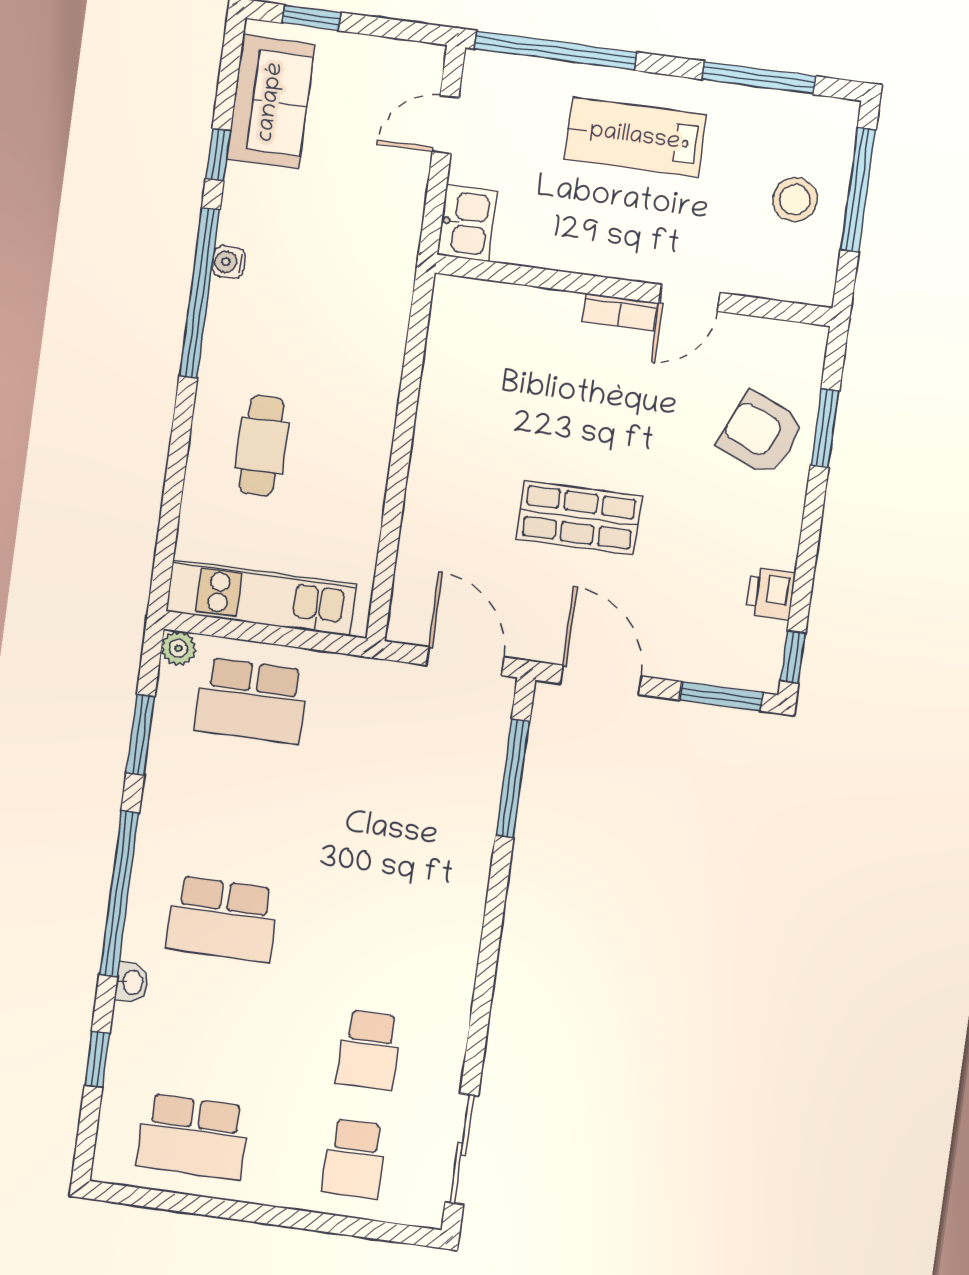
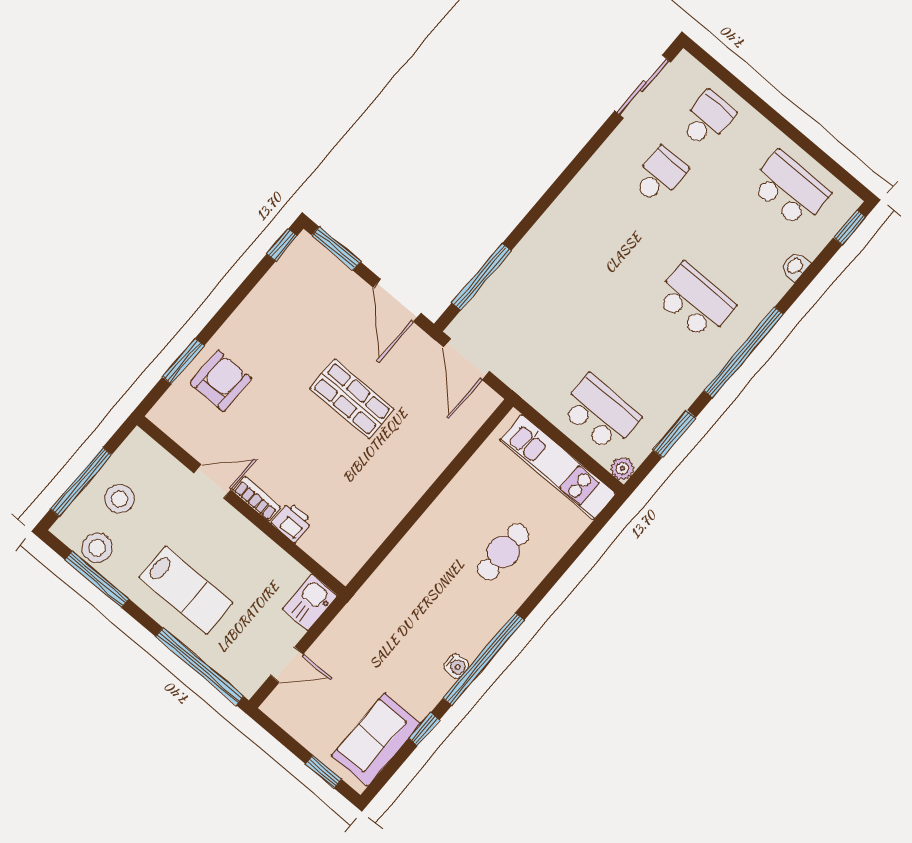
stool: (784, 118) -> (97, 548), added
armchair: (761, 434) -> (221, 381), turned -113
printer: (770, 594) -> (292, 522), moved, turned -90
washbasin: (132, 982) -> (795, 266), moved
window: (97, 1059) -> (850, 227), moved

